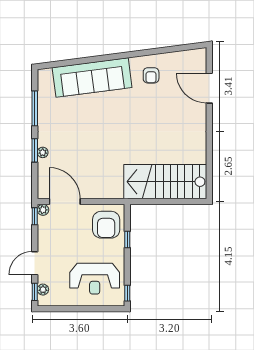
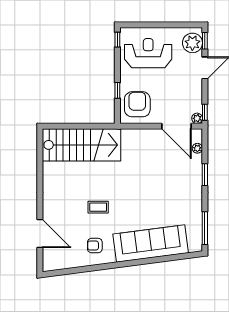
armchair: (151, 75) -> (95, 246), turned -90
window: (35, 108) -> (205, 228), moved
coffee table: (148, 116) -> (98, 207), added
plant: (43, 152) -> (197, 148), moved
plant: (43, 290) -> (192, 43), width x1.88, depth x1.88

